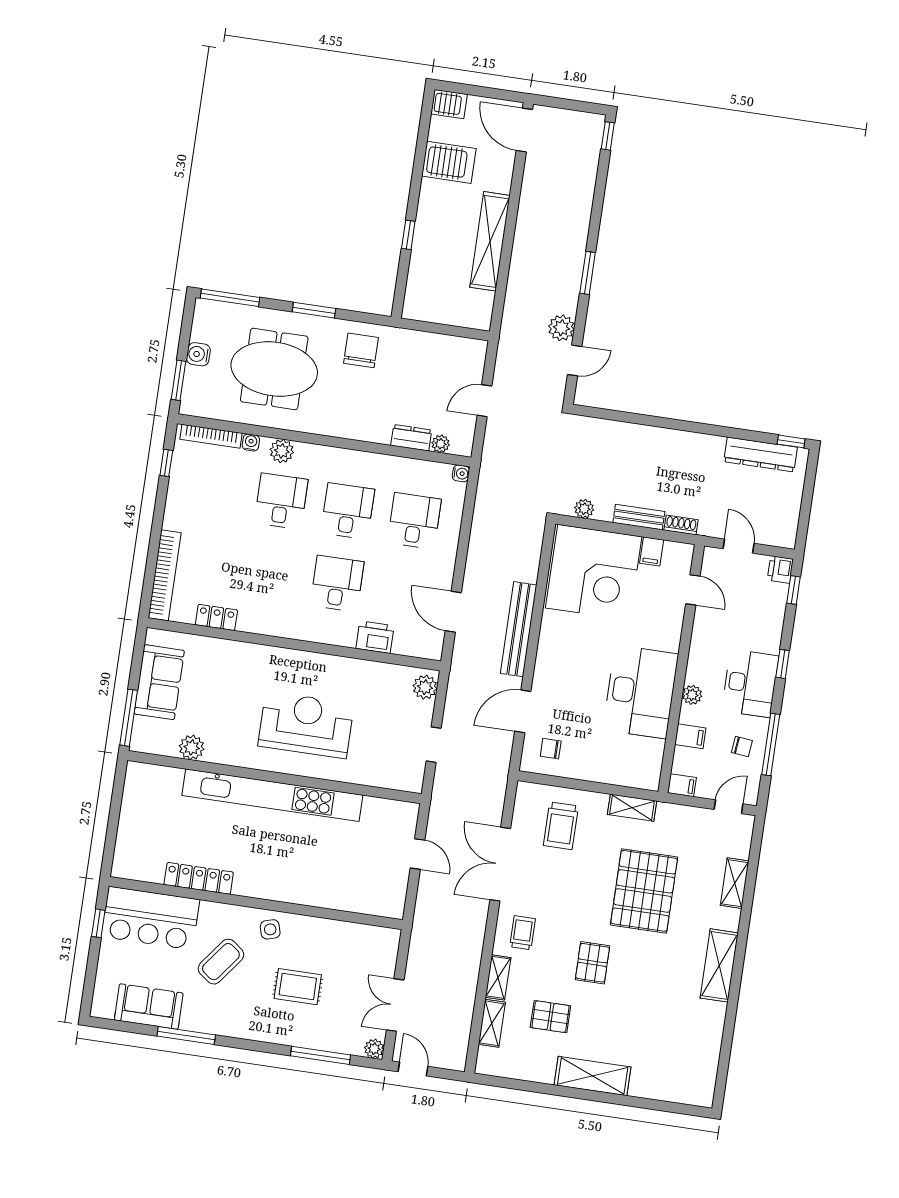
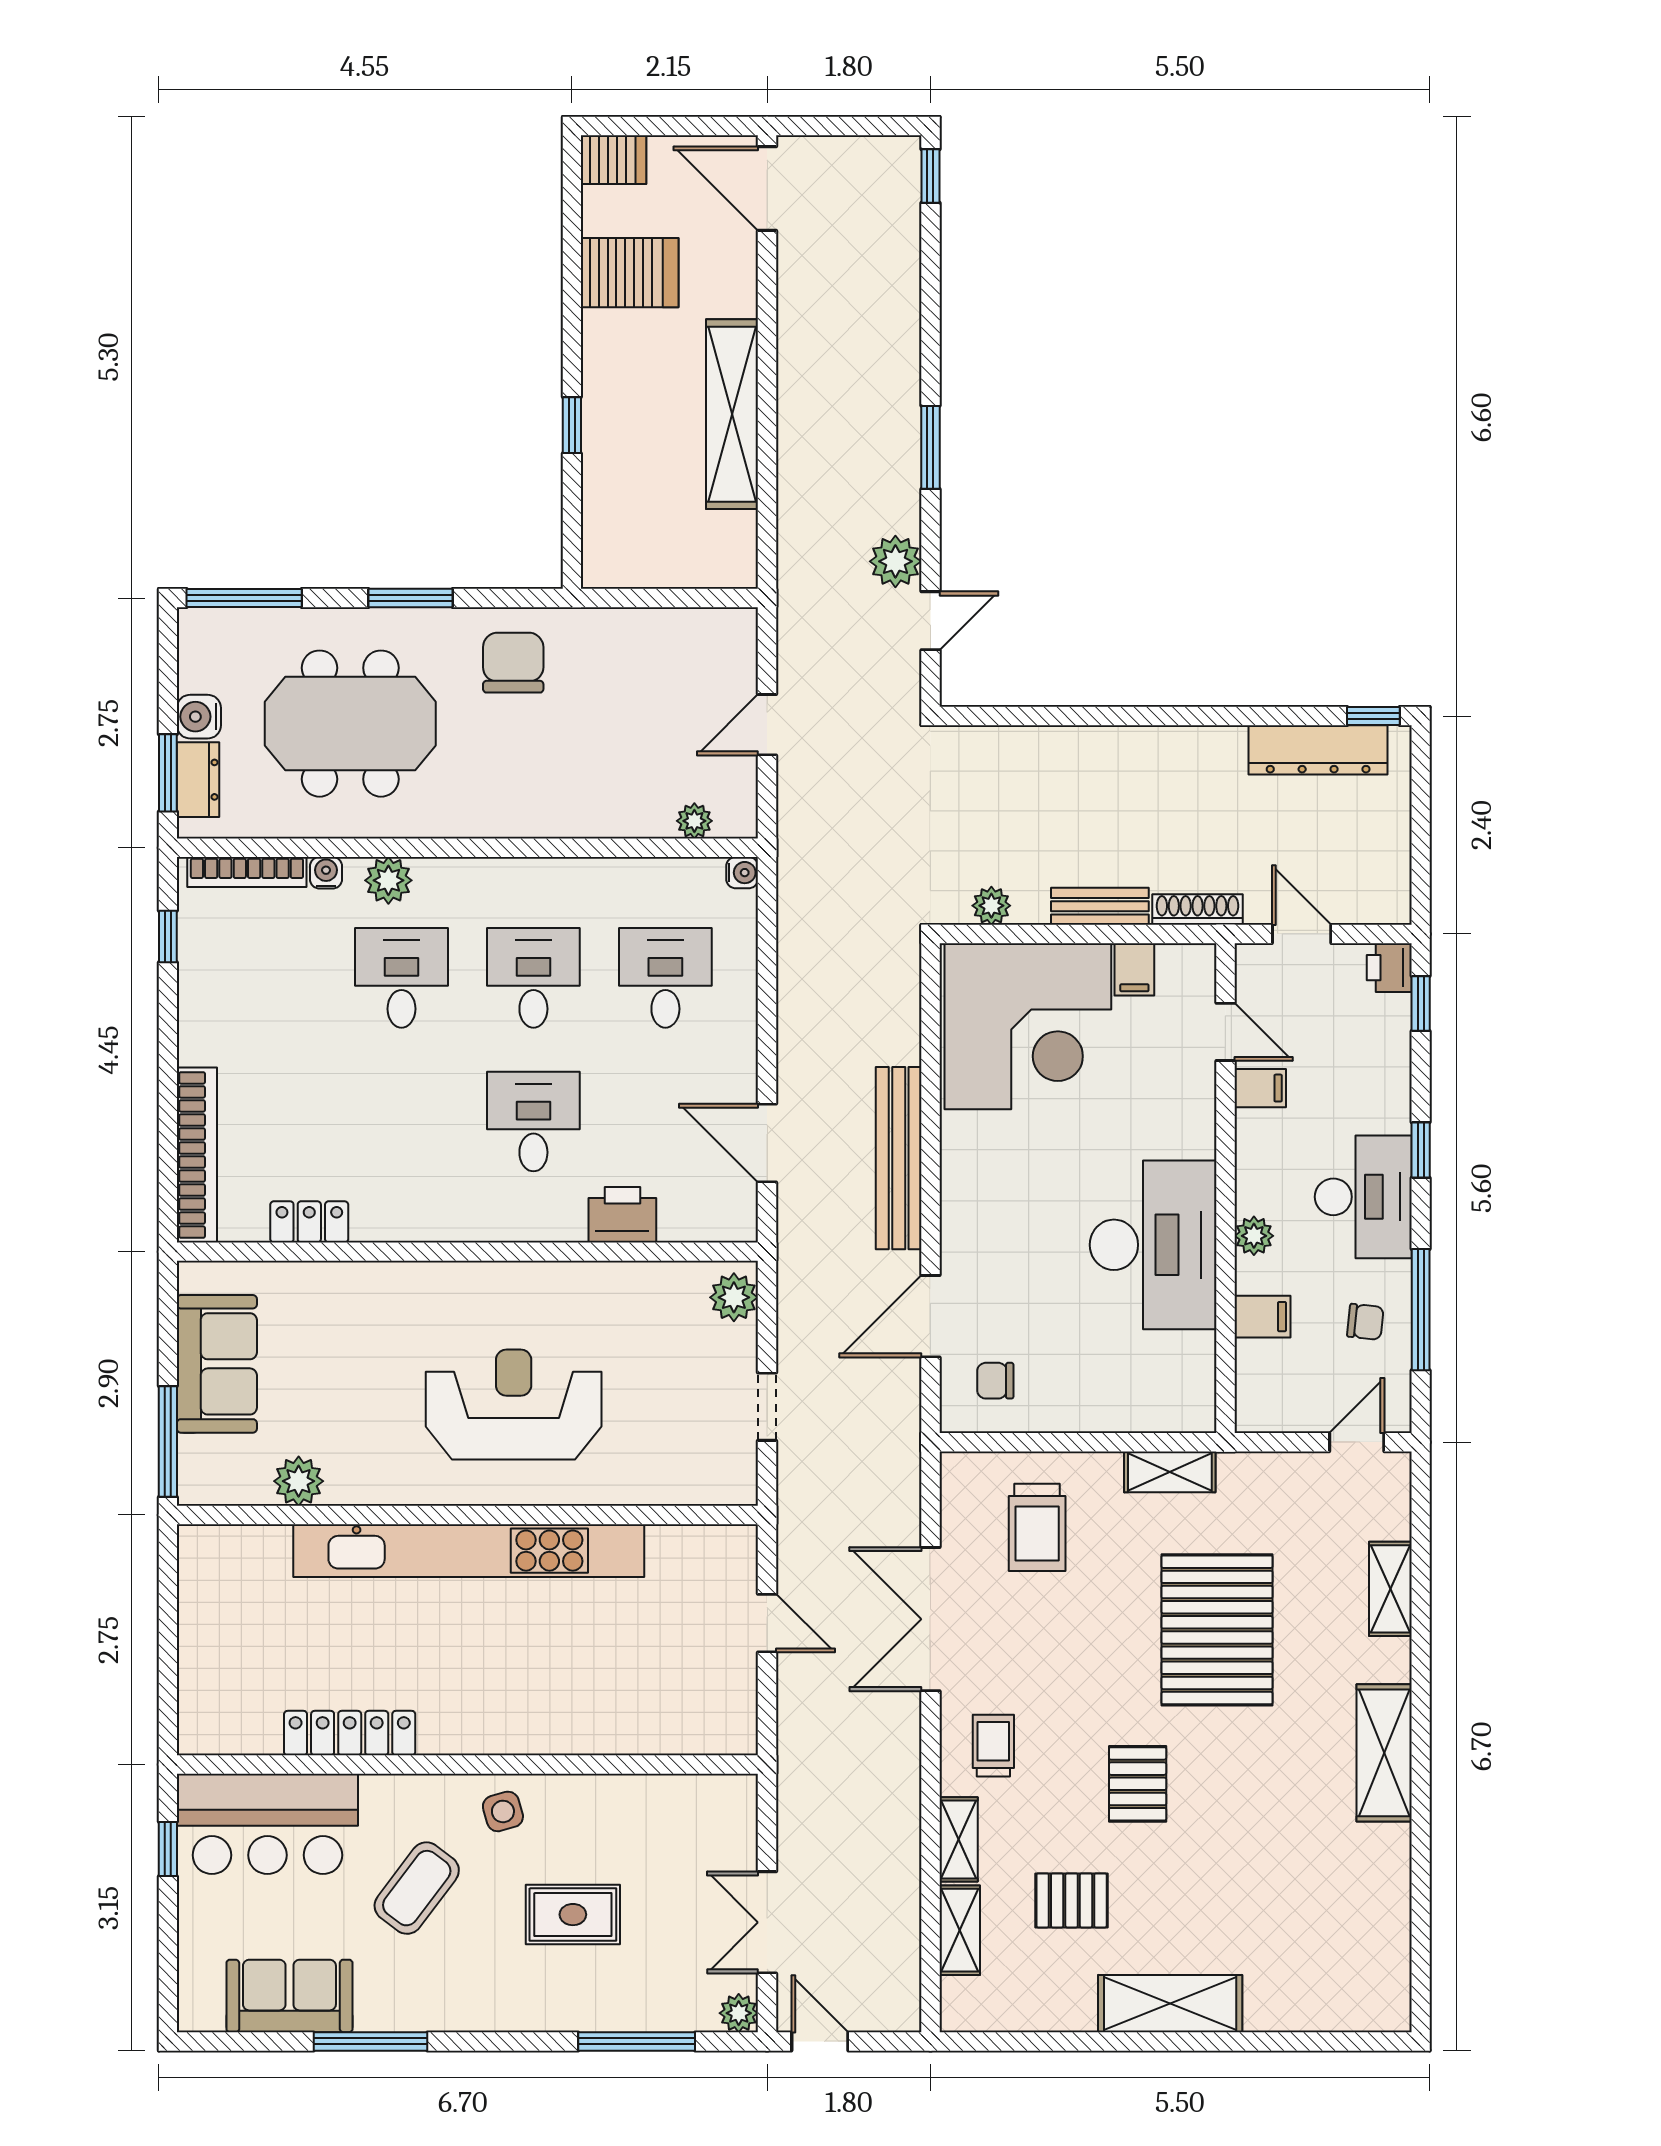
dresser: (411, 438) -> (198, 780), moved, turned 90
shoe rack: (681, 525) -> (1198, 910), width x1.43
filing cabinet: (682, 785) -> (1260, 1088), moved

